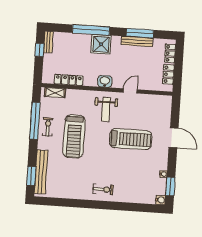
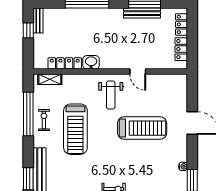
shower: (101, 44) -> (100, 19), removed
washbasin: (105, 81) -> (91, 62), moved
door: (130, 91) -> (138, 72), swing flipped

